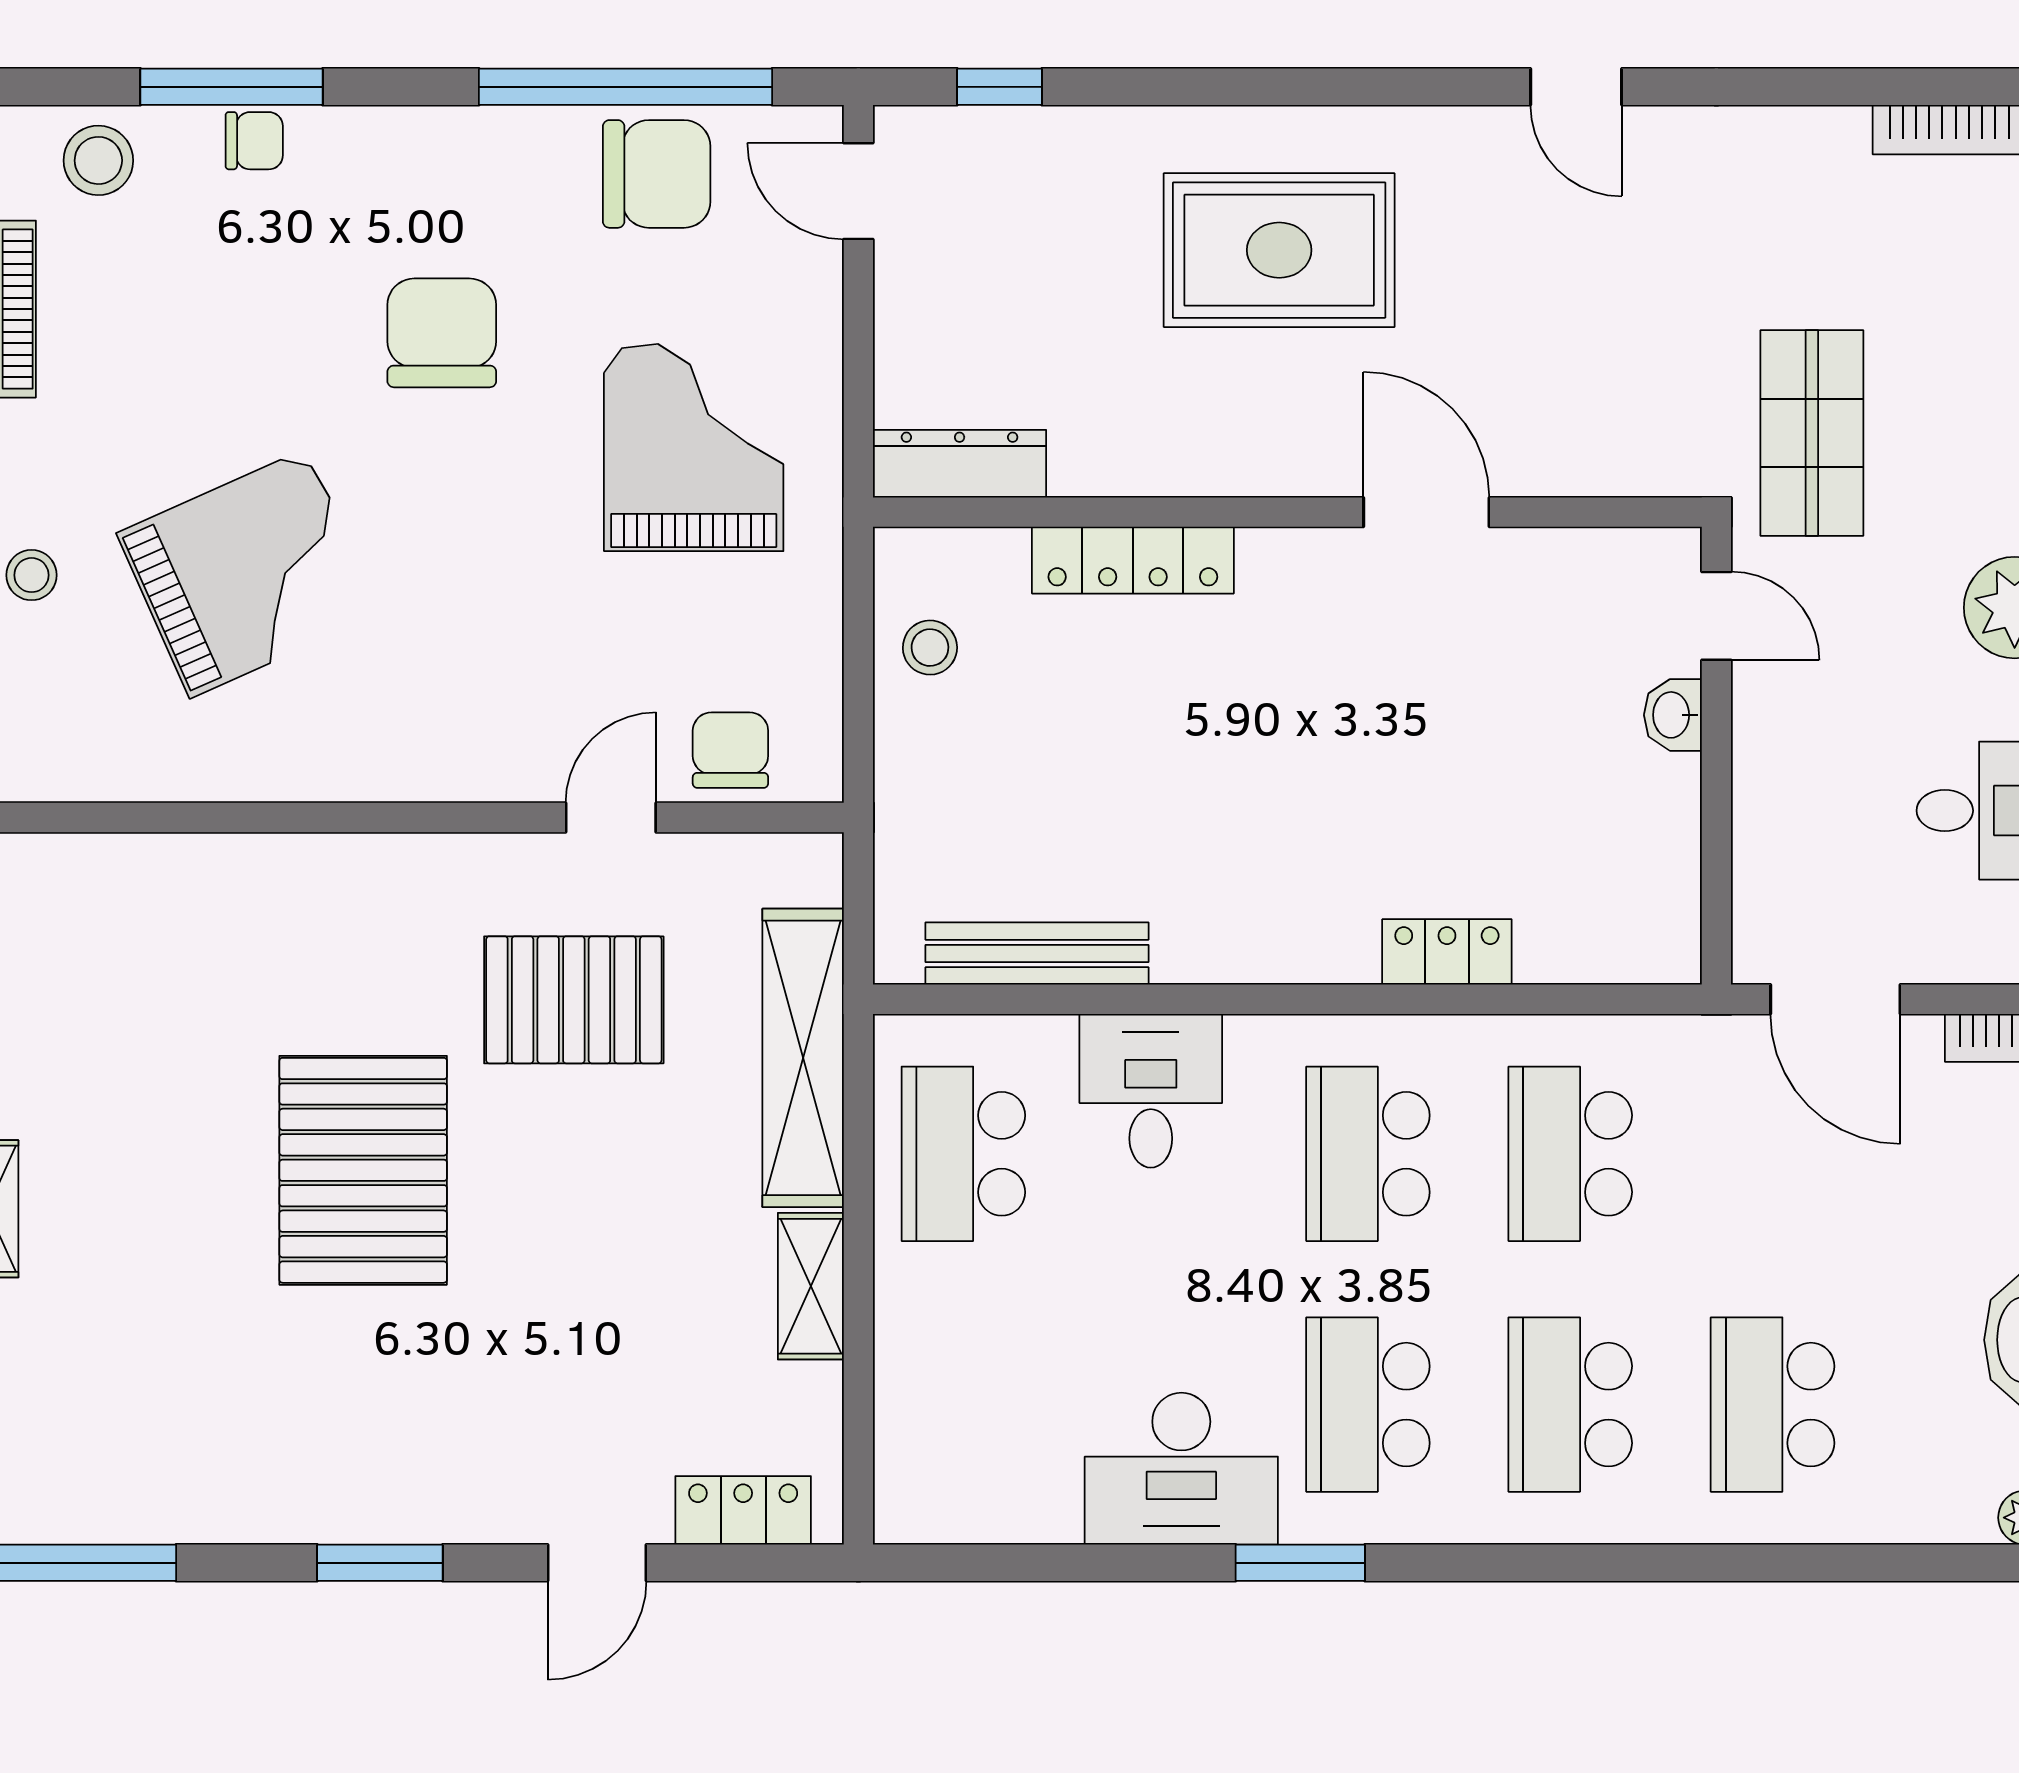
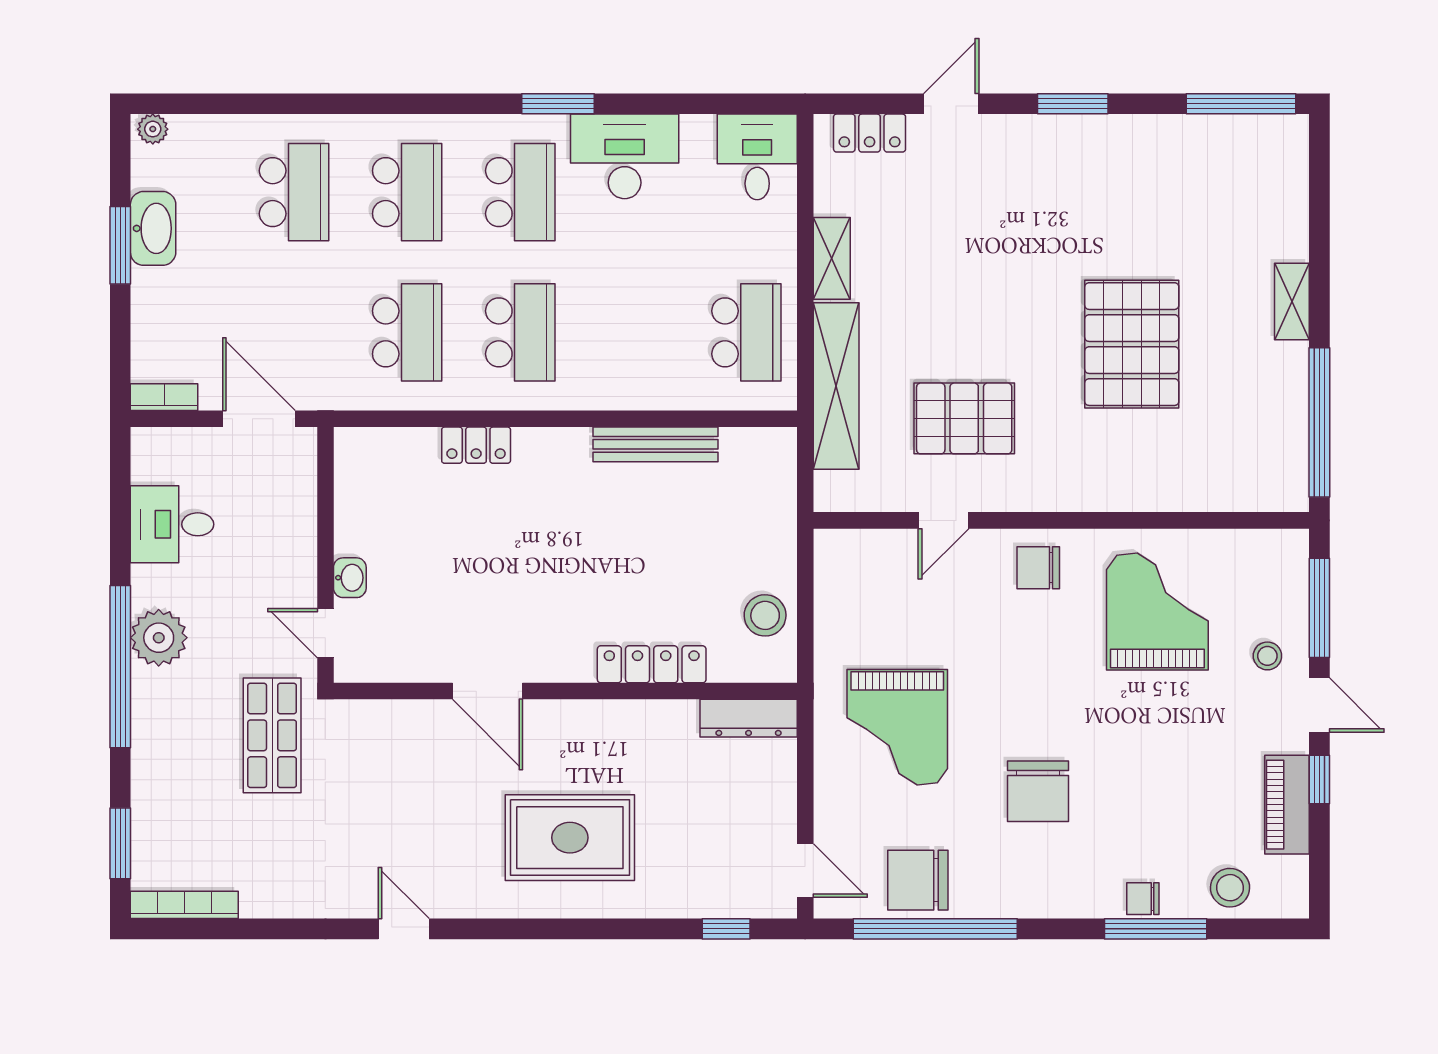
grand piano: (249, 573) -> (1157, 612), moved, turned 114
stool: (930, 648) -> (765, 615), width x1.37, depth x1.37
chair: (730, 750) -> (1038, 568), moved, turned 90
bench: (1037, 954) -> (656, 444), moved
desk: (1151, 1091) -> (757, 157), moved, turned 180
pallet: (363, 1170) -> (1132, 344), moved

